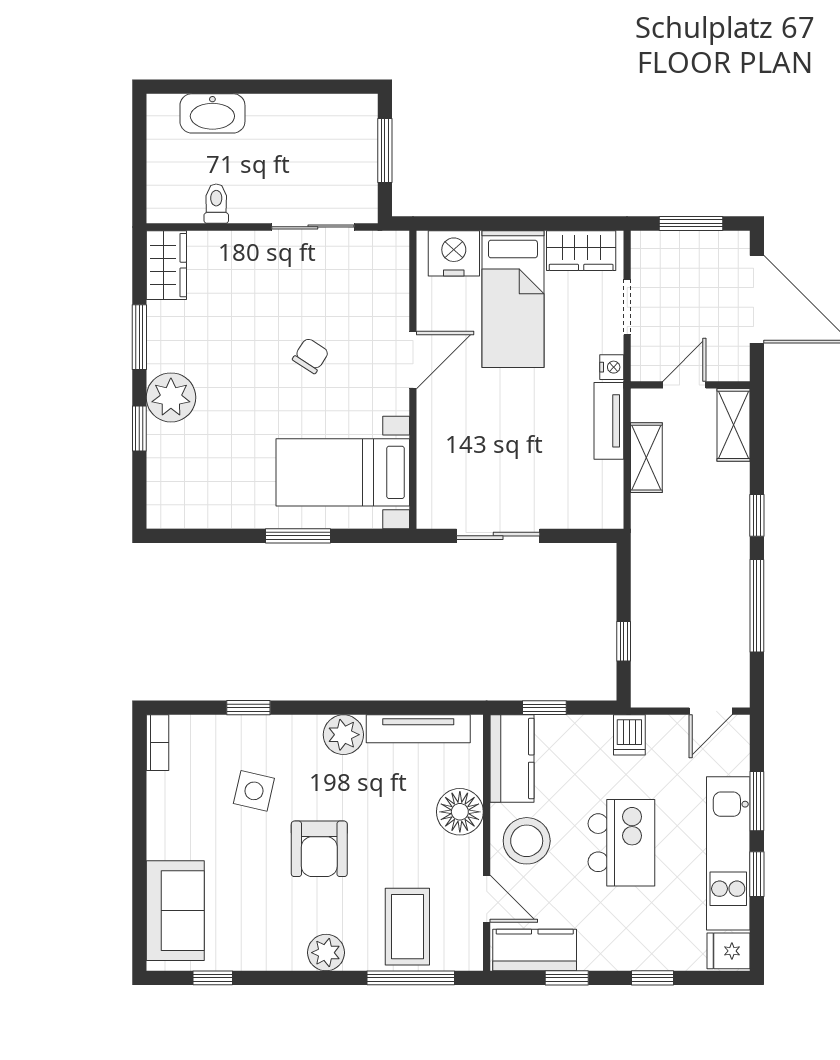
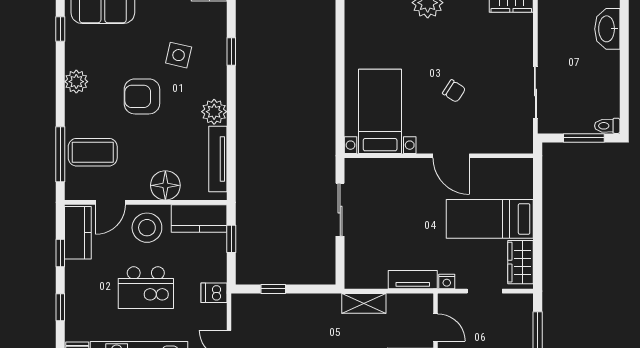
toilet: (216, 204) -> (607, 126), moved, turned 180
nightstand: (454, 253) -> (519, 182), removed
shelving: (646, 458) -> (364, 303), moved
window: (298, 536) -> (340, 83), removed
plant: (326, 953) -> (76, 82), moved

